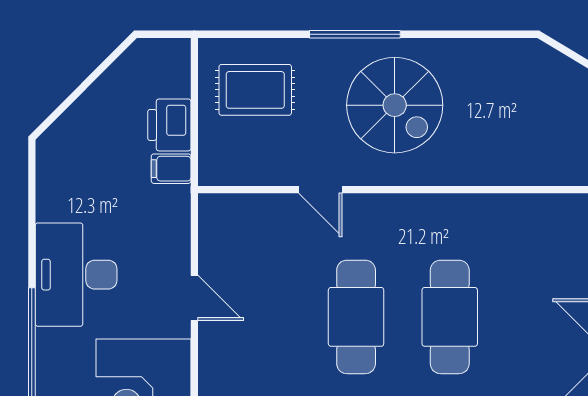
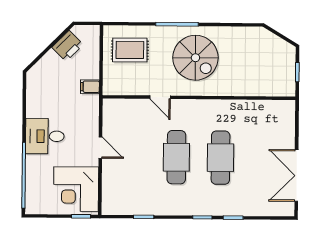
printer: (169, 125) -> (68, 46), moved, turned -135
desk: (76, 275) -> (45, 136), width x0.73

